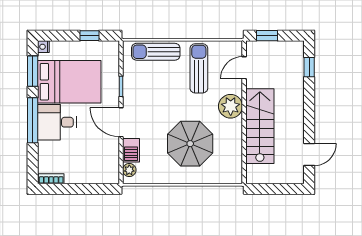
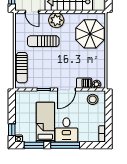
window: (89, 36) -> (12, 130), moved
sun lounger: (199, 68) -> (43, 41), moved
bed: (69, 82) -> (45, 122), width x0.67
parasol: (190, 144) -> (90, 34), moved
stool: (105, 164) -> (93, 99), added

